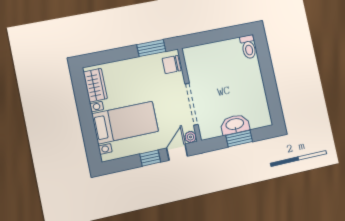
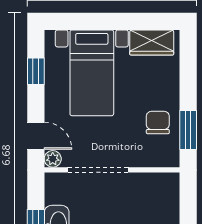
chair: (172, 64) -> (158, 122), moved
window: (150, 158) -> (36, 71), moved

